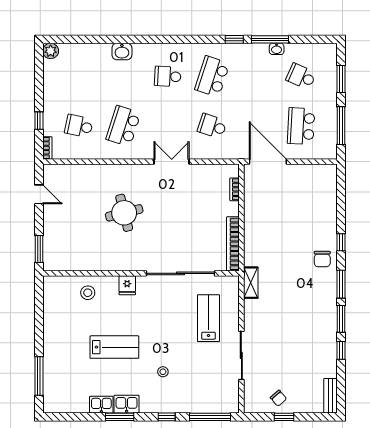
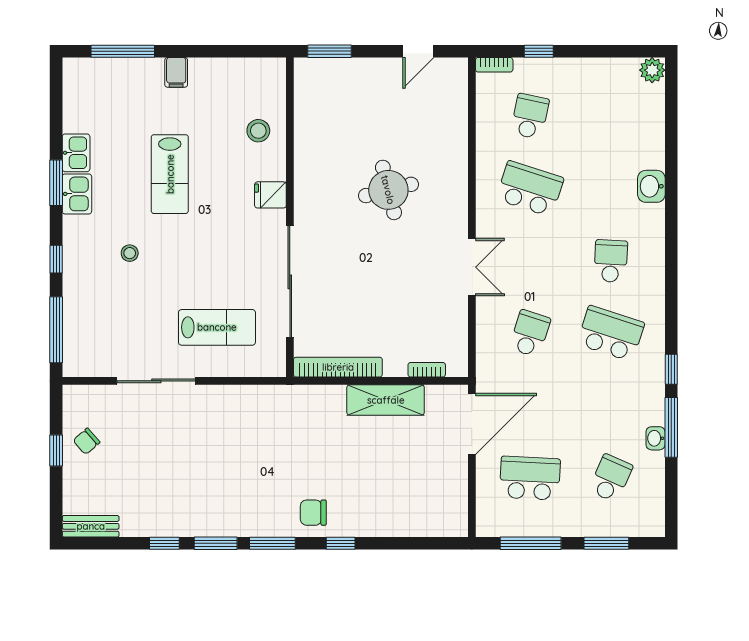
shelving: (251, 283) -> (386, 400), moved, width x1.50, depth x1.33
filing cabinet: (52, 343) -> (176, 72), added

